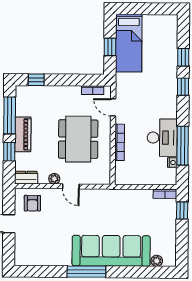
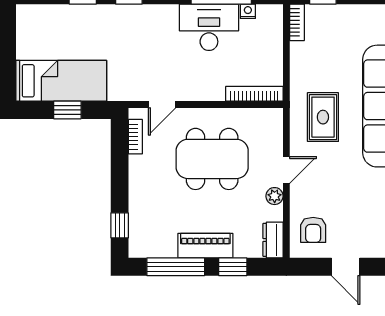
bookcase: (120, 142) -> (254, 94), moved
armchair: (32, 203) -> (313, 230), turned 90
rug: (104, 210) -> (323, 117), added

